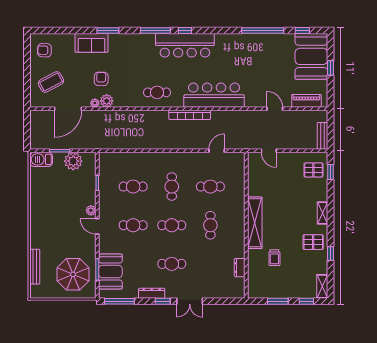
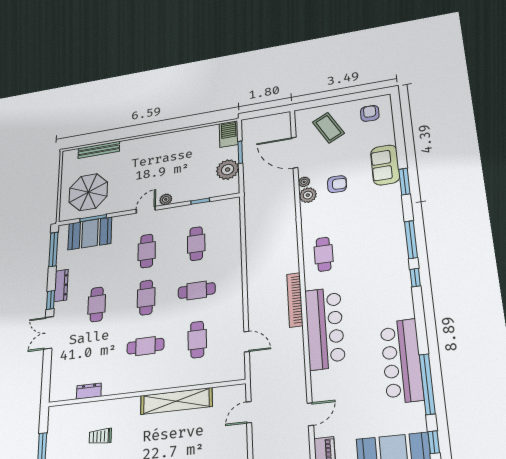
bar counter: (185, 45) -> (402, 361), moved
shelving: (255, 223) -> (176, 401), moved

